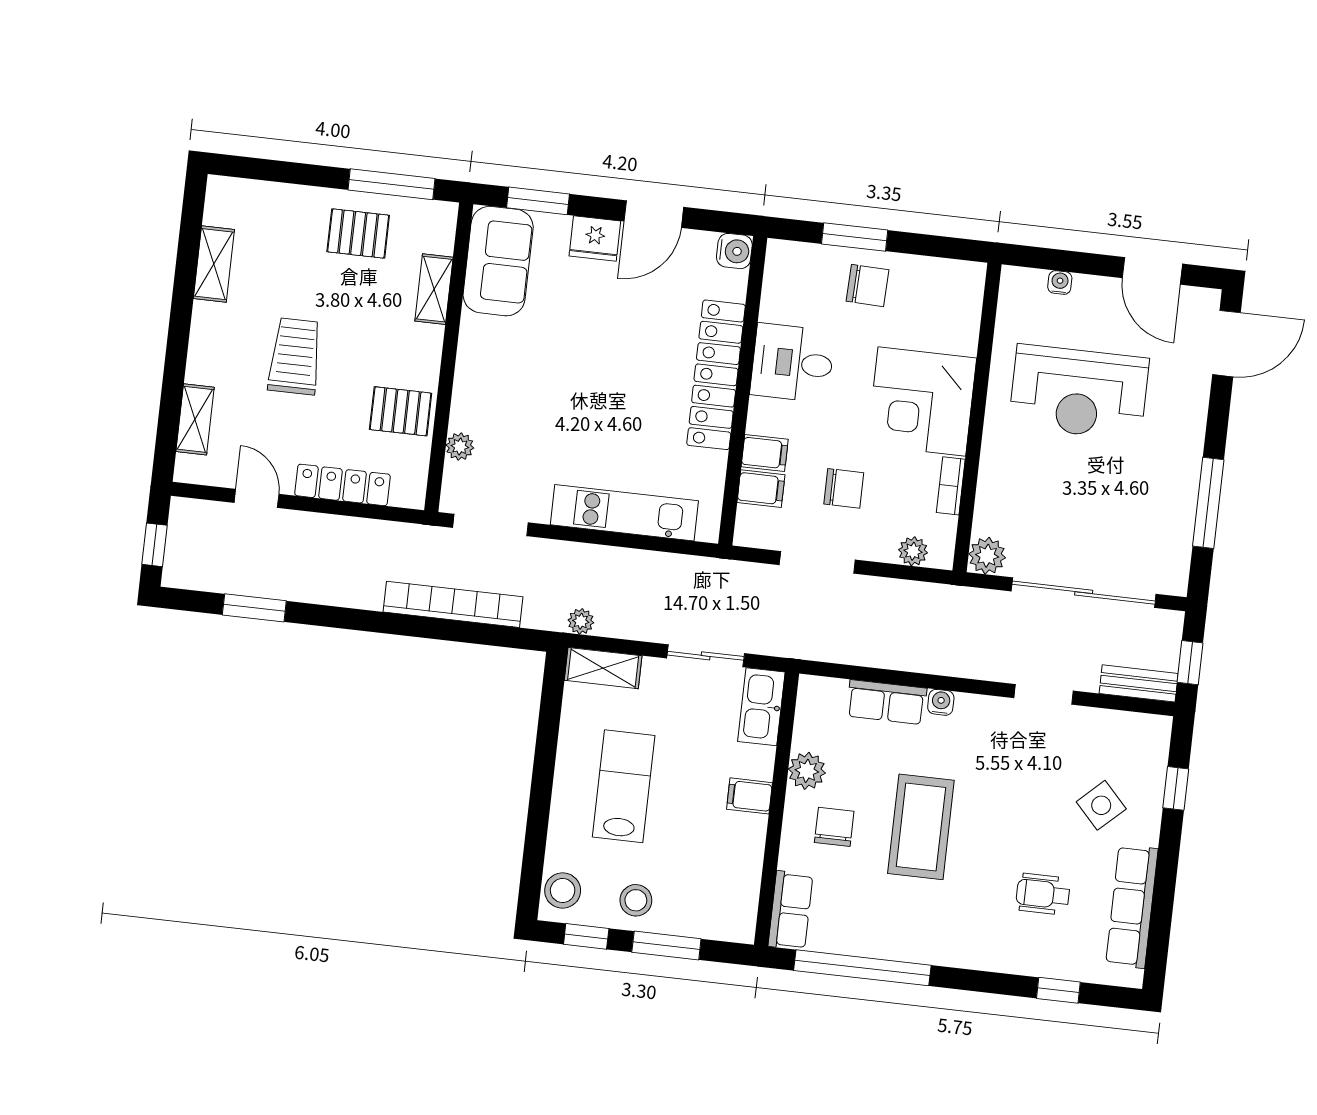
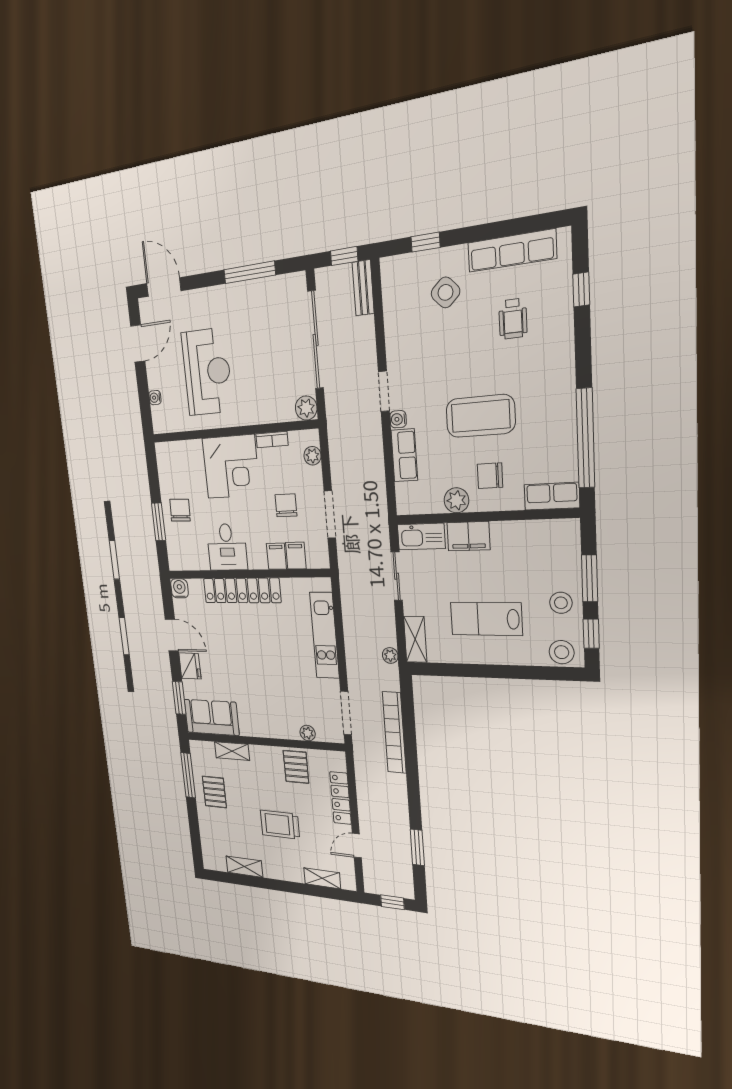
doorway: (1044, 694) -> (384, 391), moved
filing cabinet: (750, 796) -> (468, 536), width x2.00

